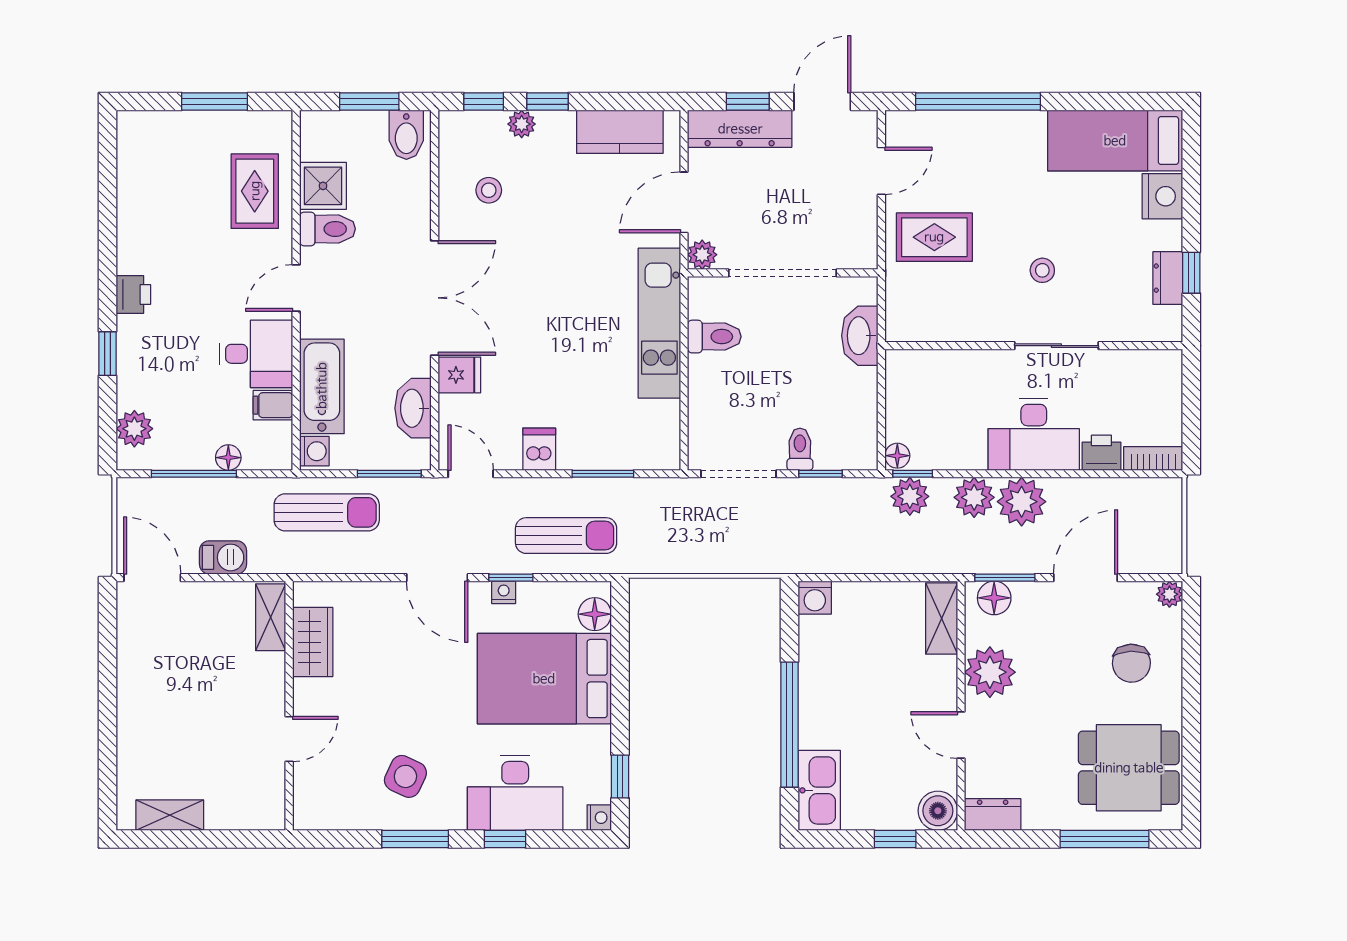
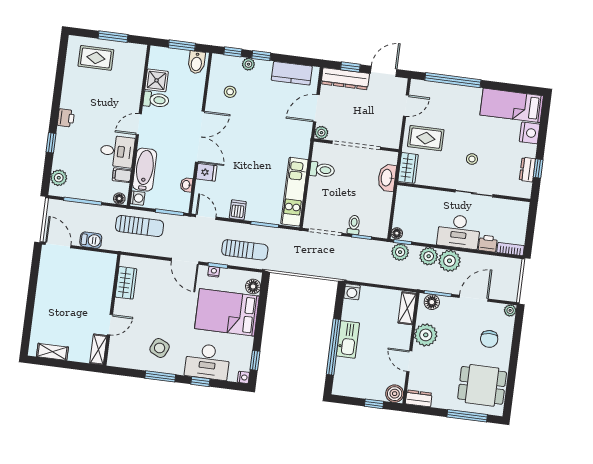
rug: (255, 191) -> (96, 58), moved, turned 90
wardrobe: (904, 308) -> (408, 168), added
kitchen unit: (659, 323) -> (294, 192), moved
washbasin: (413, 408) -> (186, 185), width x0.52, depth x0.69
floor lamp: (228, 458) -> (119, 199), moved
shelving: (271, 617) -> (98, 349), moved
kitchen sink: (819, 790) -> (348, 339), moved

